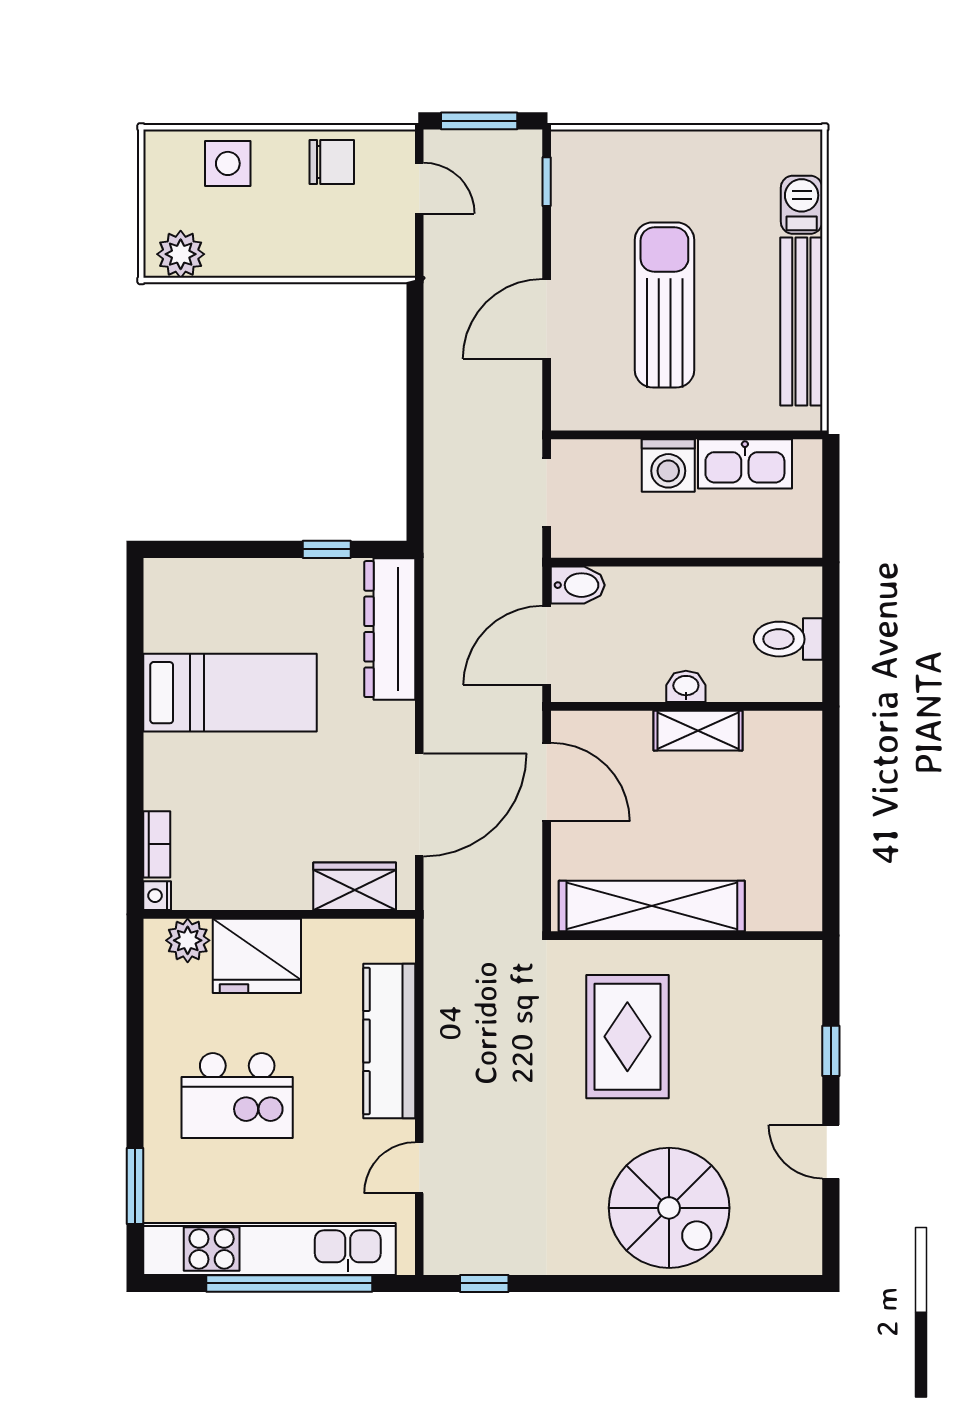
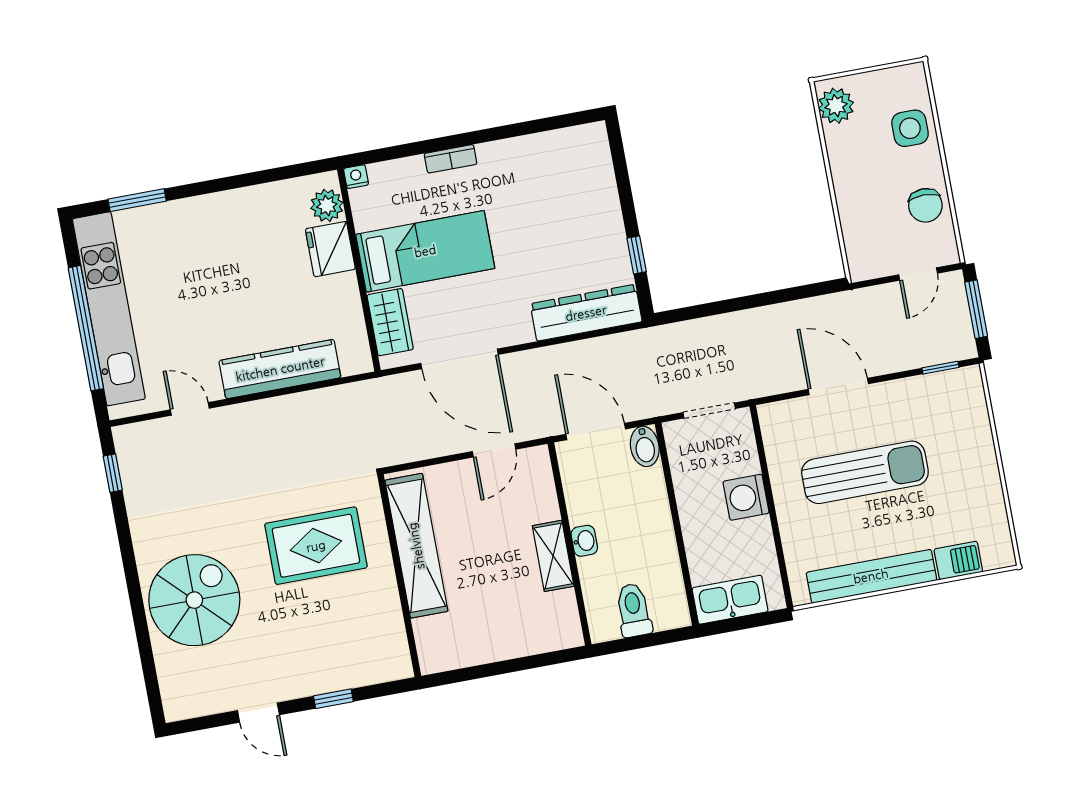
kitchen sink: (745, 464) -> (730, 600), moved, turned 90
bed: (230, 693) -> (425, 251), moved, turned -90
door: (547, 782) -> (494, 450), width x0.73
bookcase: (157, 844) -> (451, 159), moved
fridge: (257, 956) -> (330, 249), width x0.73, depth x0.75
kitchen island: (237, 1095) -> (218, 264), removed
door: (831, 1152) -> (258, 713), swing flipped
spiral stairs: (669, 1208) -> (194, 600), turned 180

